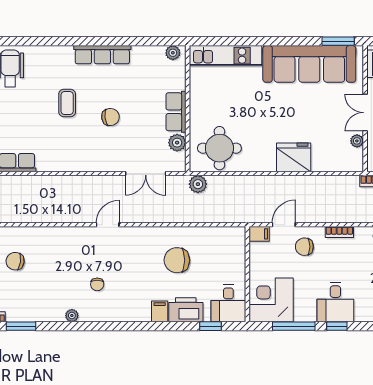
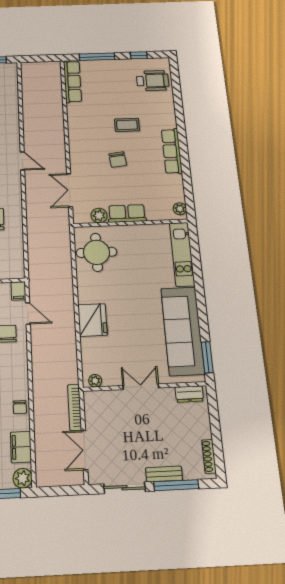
plant: (357, 141) -> (95, 381), moved
plant: (198, 184) -> (62, 235), removed
bookcase: (339, 232) -> (23, 367), removed

